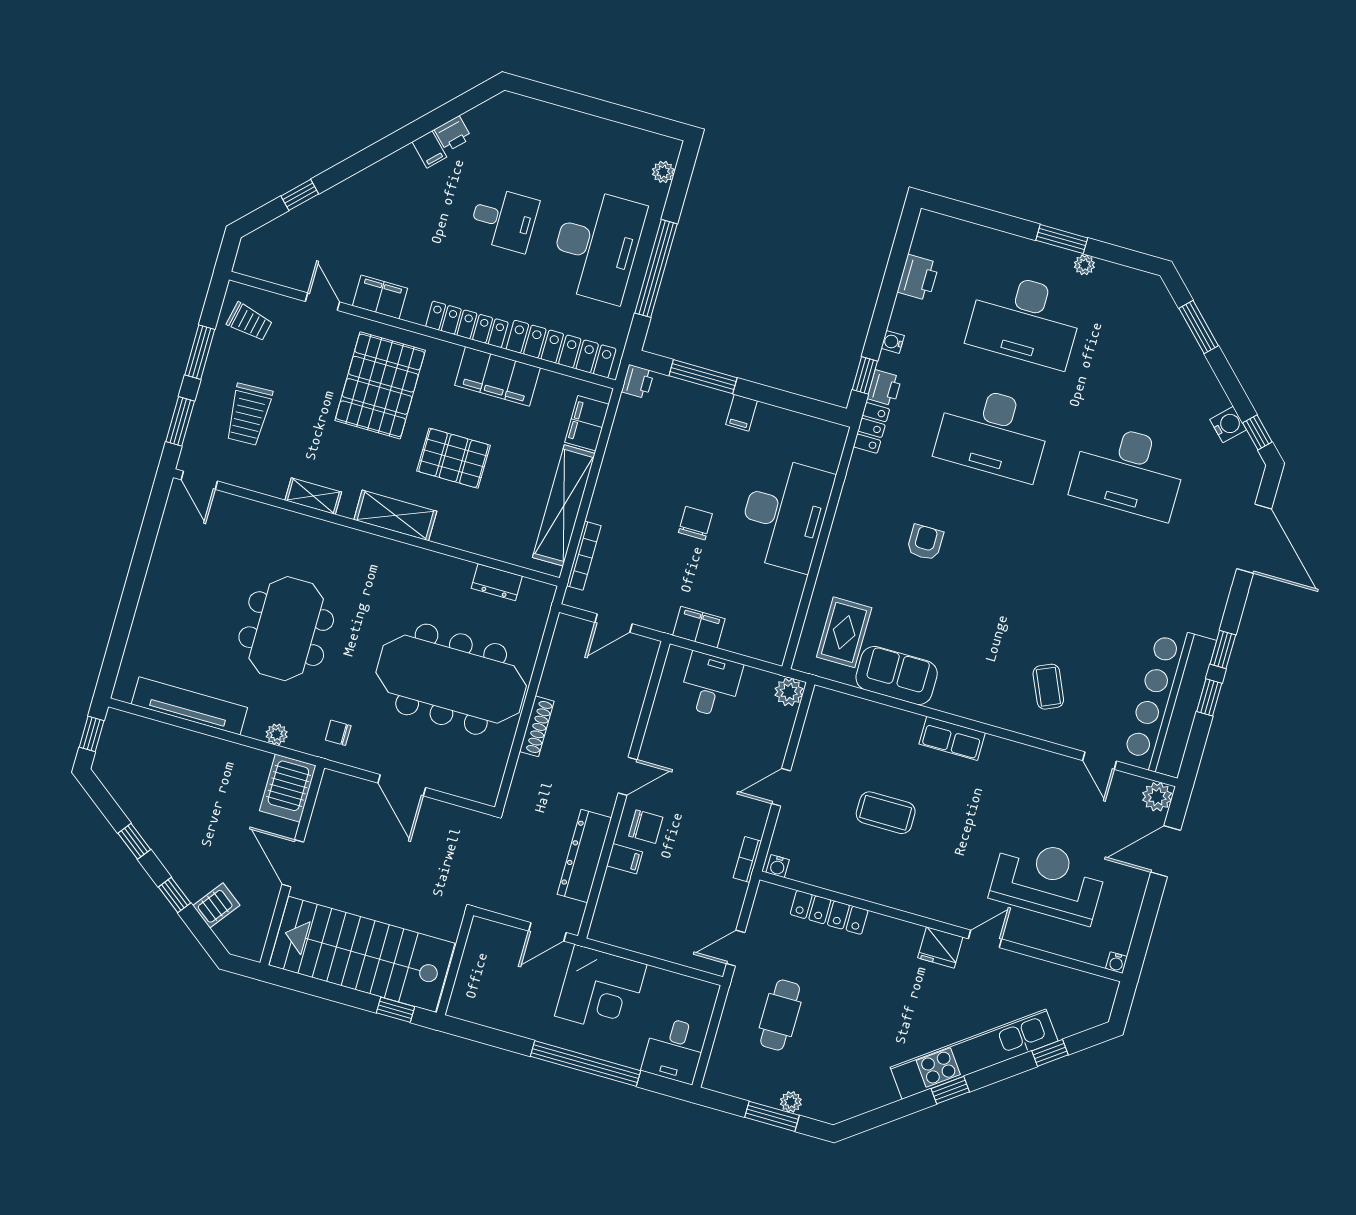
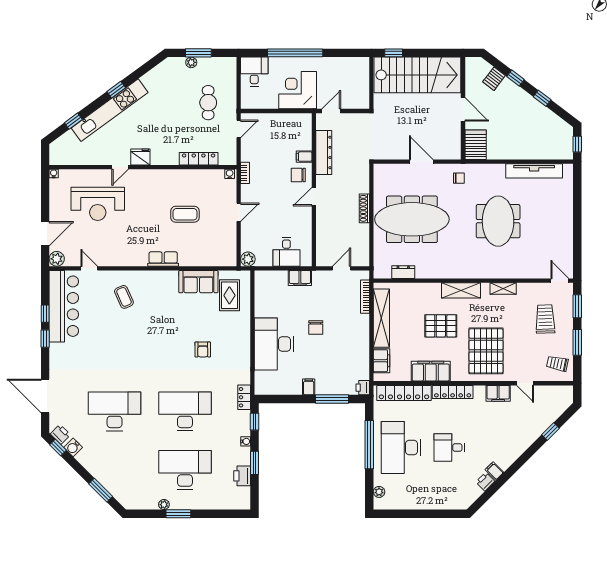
window: (887, 296) -> (254, 463), added
printer: (884, 388) -> (60, 434), moved, turned 135
plant: (277, 734) -> (488, 169), removed

